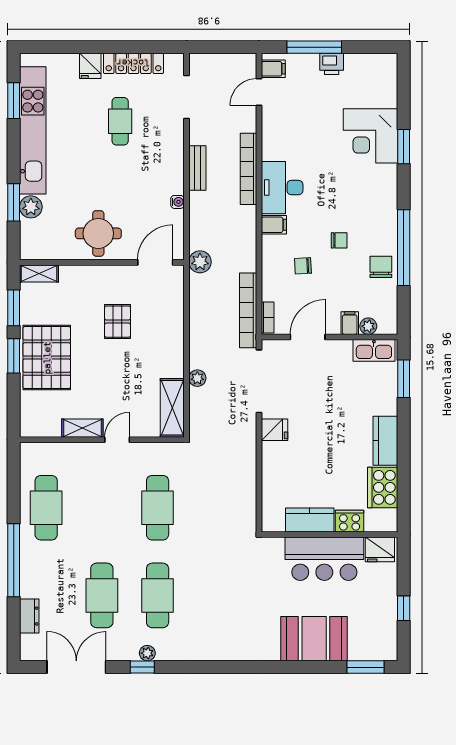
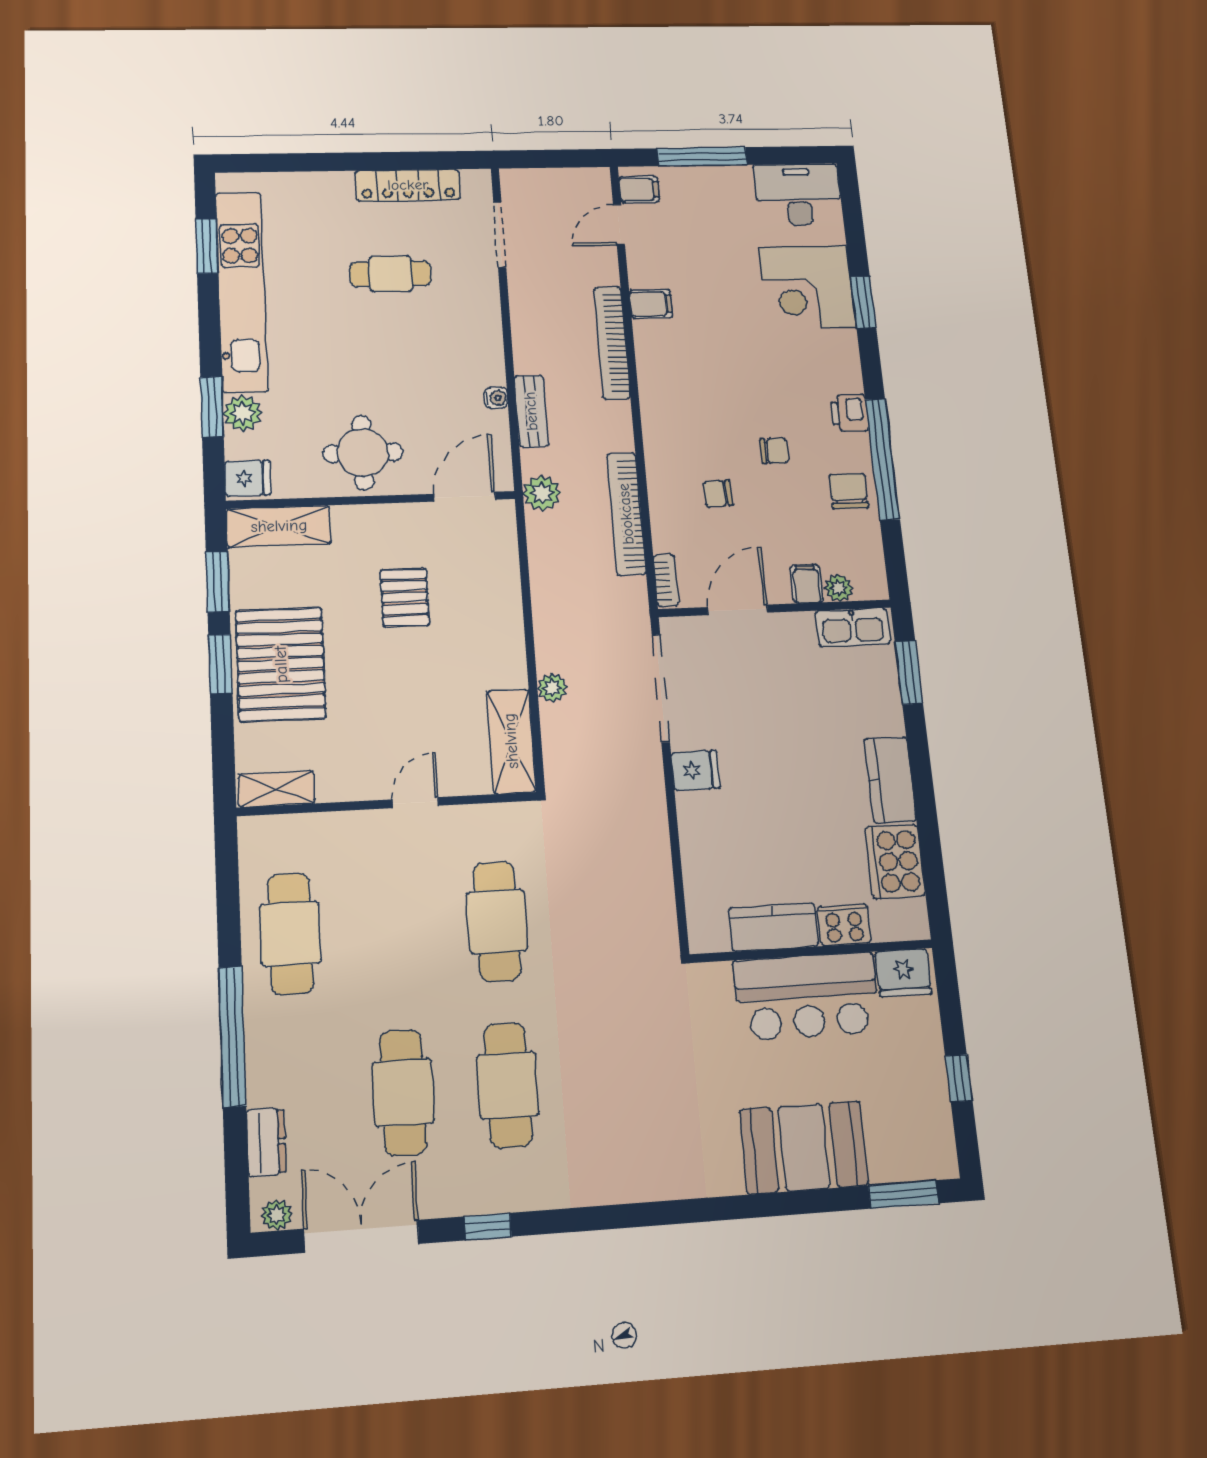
printer: (332, 64) -> (849, 413), moved, turned 90
fridge: (90, 66) -> (248, 478), moved, turned -90
cafe table: (120, 121) -> (390, 274), turned 90
bench: (197, 168) -> (531, 411), moved
desk: (282, 188) -> (798, 195), moved, turned 90
filing cabinet: (274, 225) -> (651, 304), moved
shelving: (39, 274) -> (279, 526), width x1.50, depth x1.33
bookcase: (248, 310) -> (626, 514), moved
shelving: (82, 428) -> (276, 789), moved
plant: (147, 653) -> (277, 1215), moved

